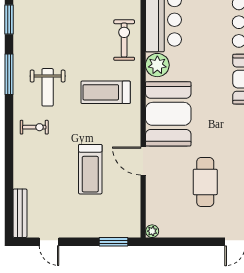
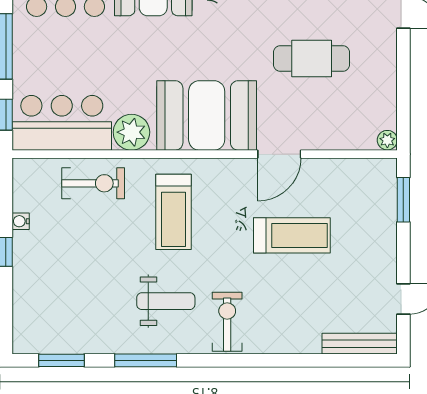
exercise bike: (124, 40) -> (93, 183), turned 180
exercise bike: (34, 127) -> (227, 322), width x1.38, depth x1.39

